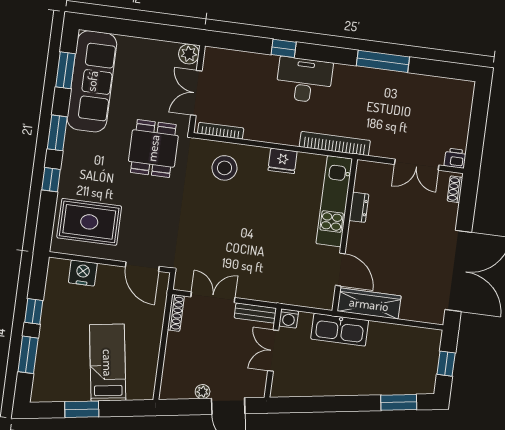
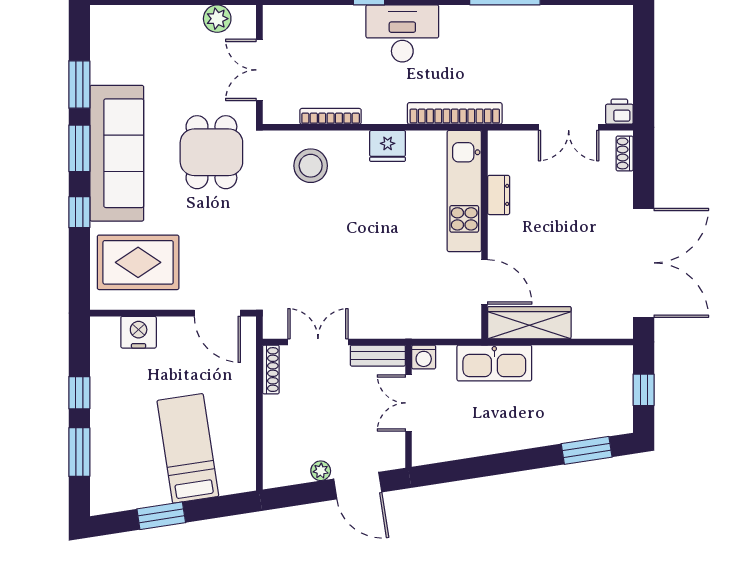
plant: (189, 54) -> (217, 19), moved
window: (66, 70) -> (79, 84), moved
sofa: (92, 81) -> (117, 153), moved
bookcase: (221, 131) -> (331, 116), moved

